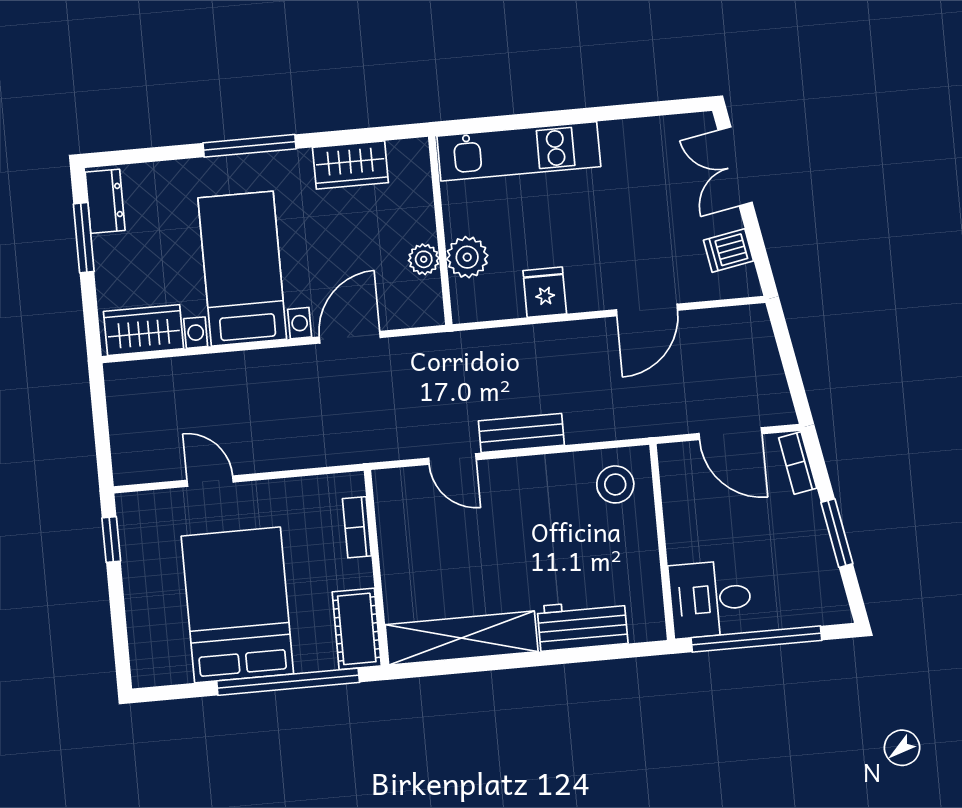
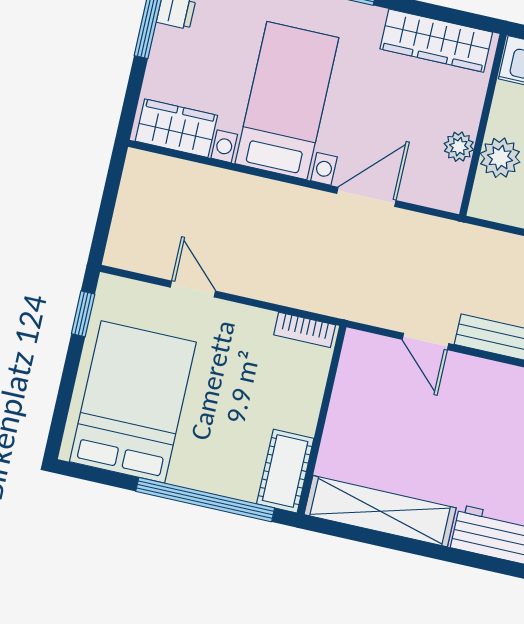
wardrobe: (350, 165) -> (436, 41), width x1.50
bookcase: (357, 527) -> (305, 330), moved, turned -90
bed: (237, 605) -> (133, 402), moved

